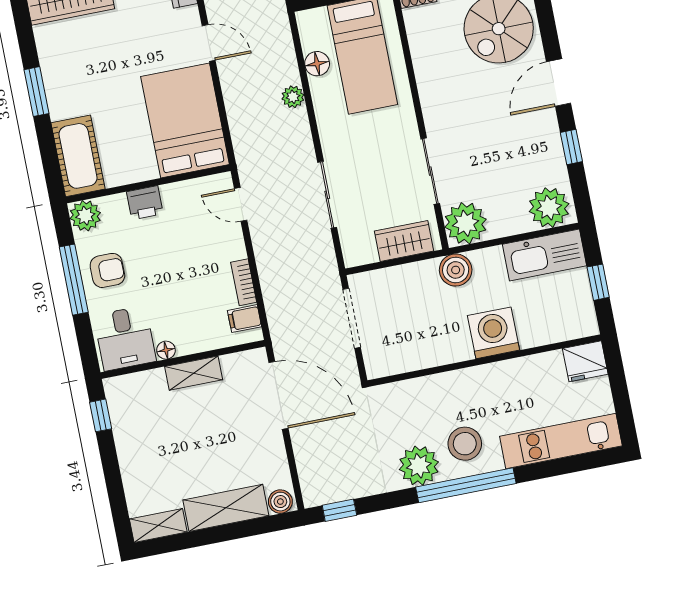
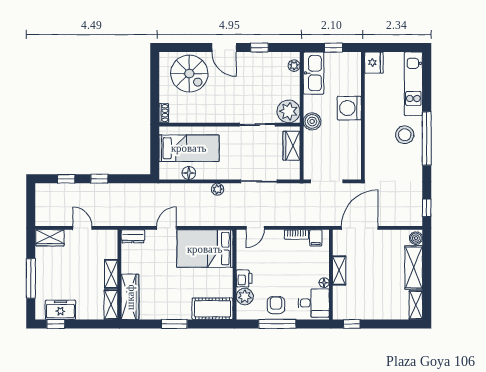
plant: (293, 97) -> (218, 189), moved
plant: (549, 208) -> (294, 66), width x0.53, depth x0.53
plant: (85, 216) -> (245, 297), moved
plant: (419, 466) -> (412, 161), removed

